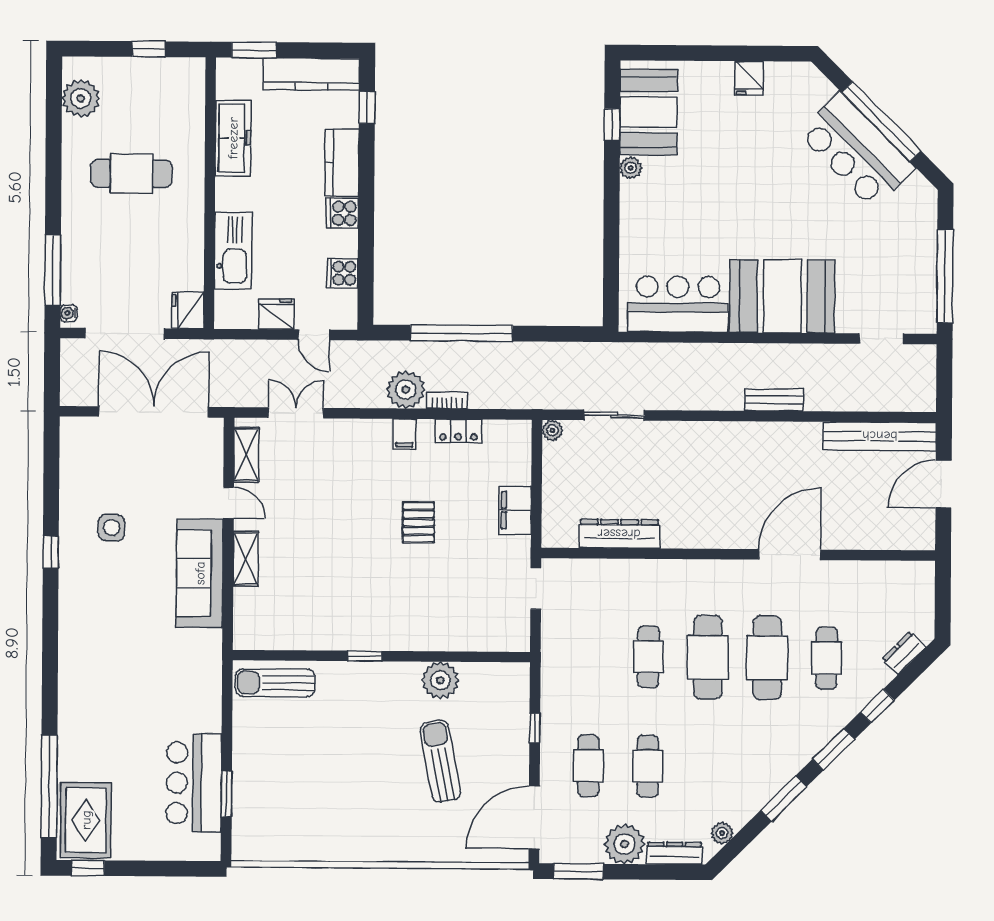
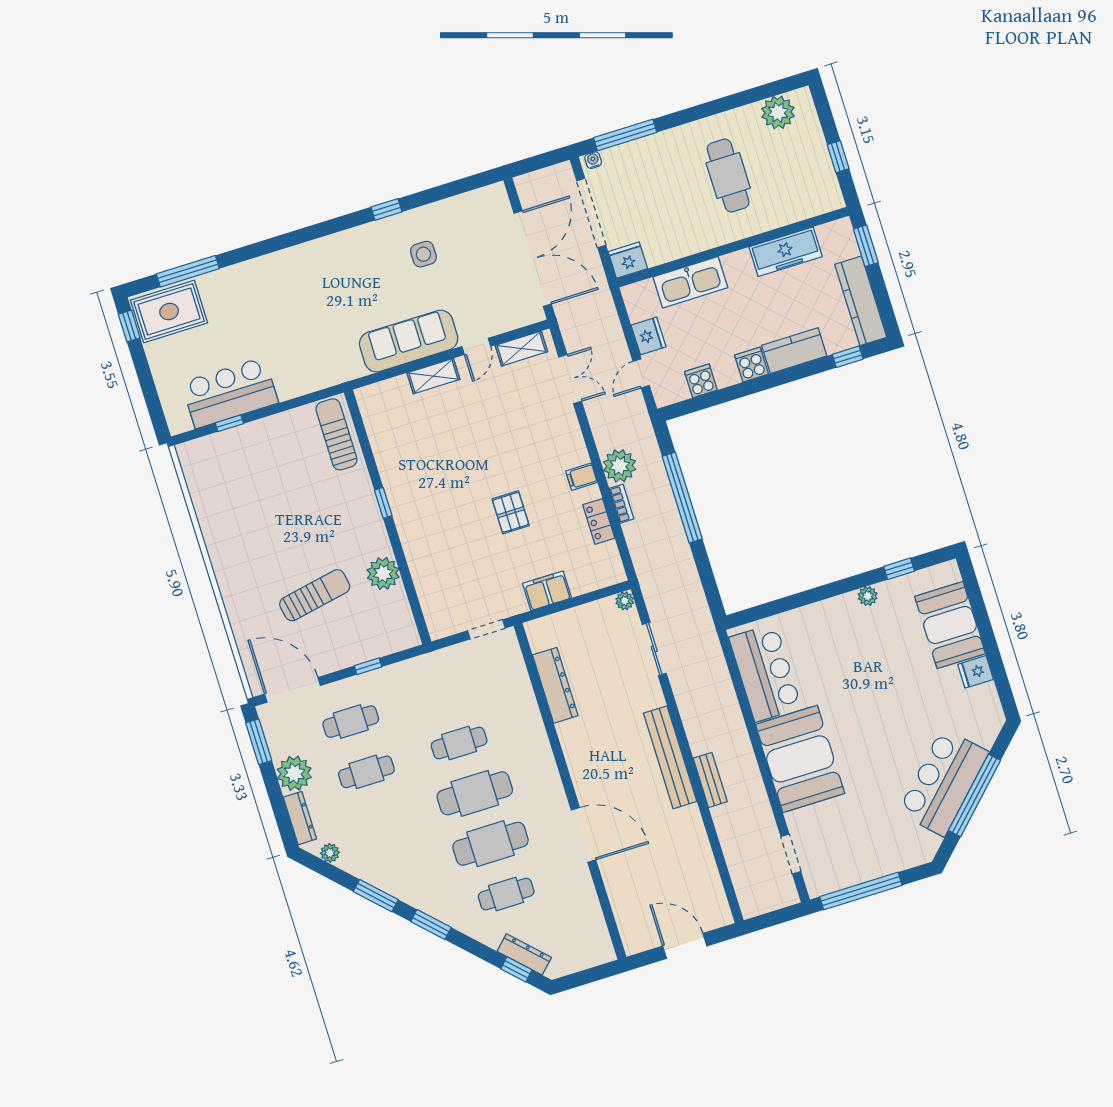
booth: (649, 112) -> (950, 625), moved, turned 90
bench: (880, 436) -> (670, 757), moved
pallet: (418, 522) -> (511, 512), turned 90
dresser: (904, 653) -> (524, 954), width x1.44
window: (877, 706) -> (516, 969), moved
window: (49, 786) -> (188, 271), width x0.68
window: (226, 794) -> (229, 423), width x0.67

